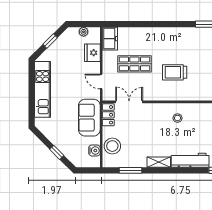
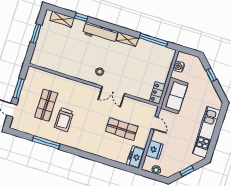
trolley: (175, 72) -> (64, 120), moved, turned 90
double door: (129, 102) -> (113, 91), moved
stool: (112, 146) -> (162, 65), removed
window: (130, 170) -> (154, 40), width x1.44

